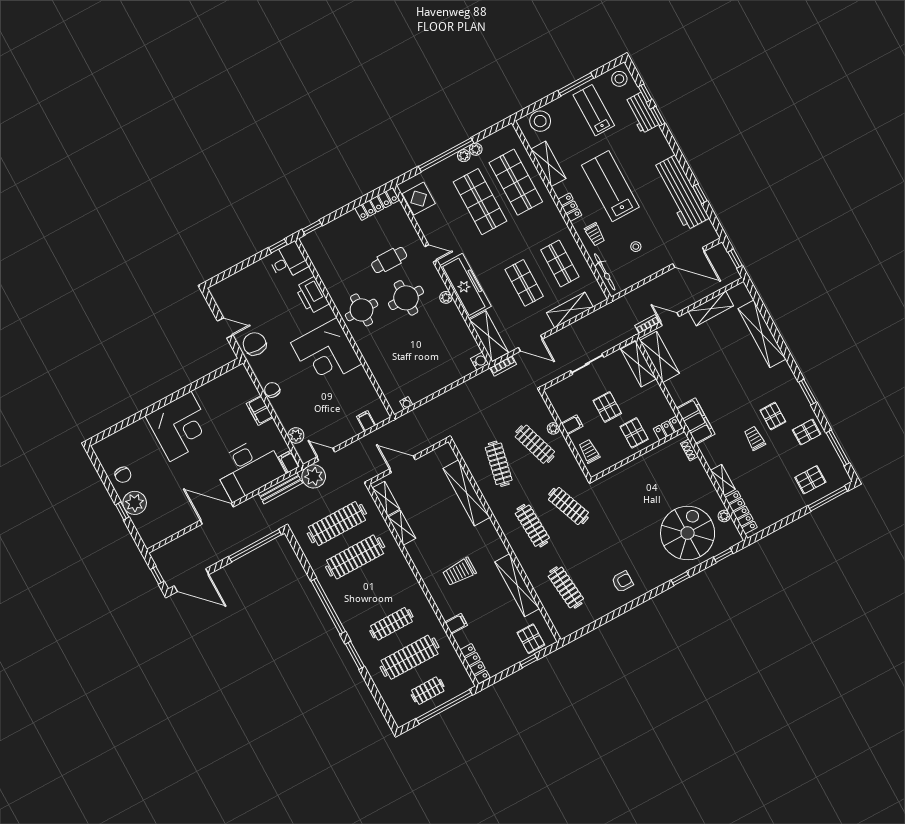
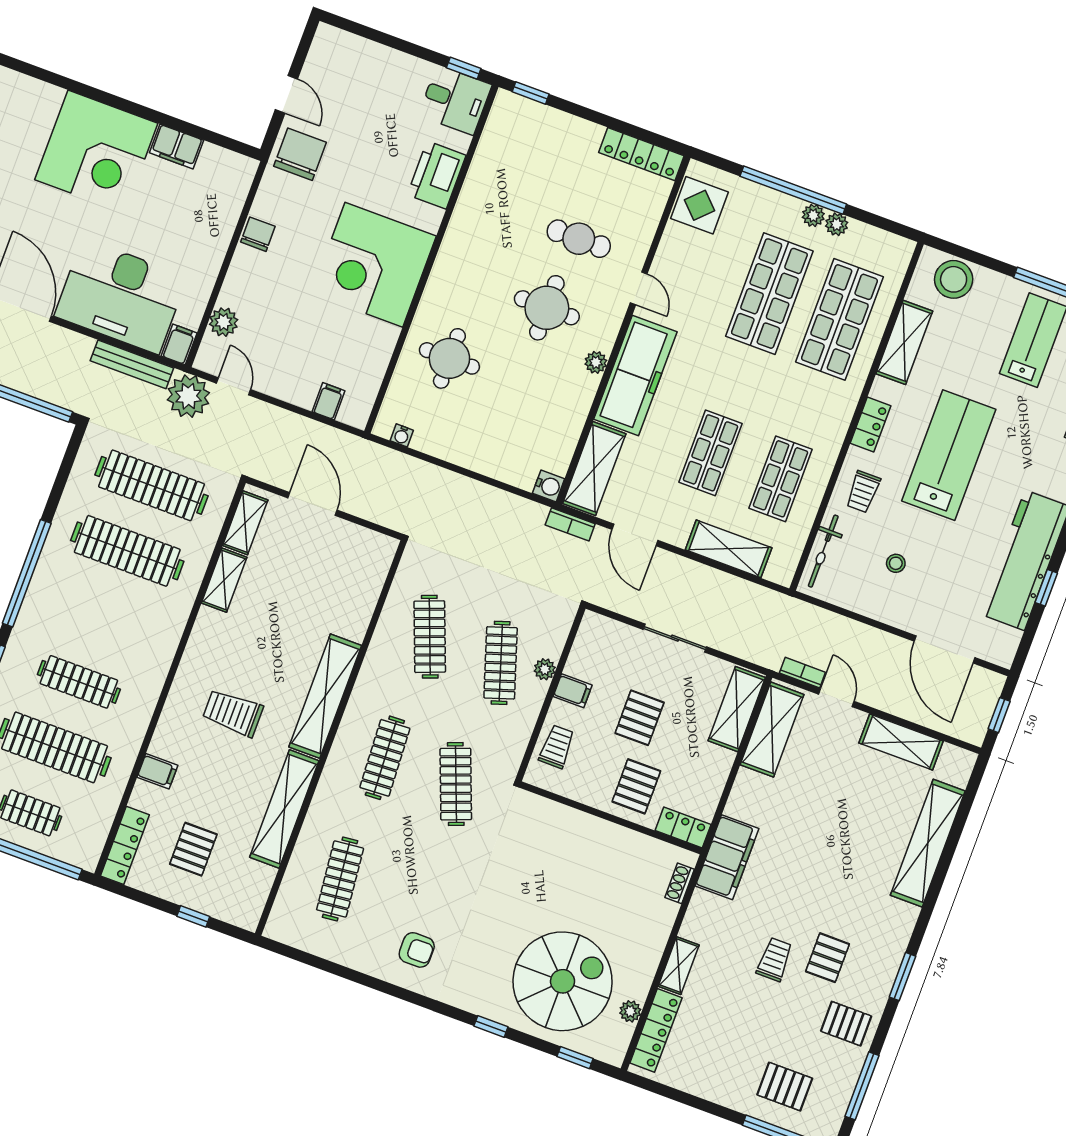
round table: (362, 310) -> (449, 358), moved
filing cabinet: (260, 410) -> (176, 146), moved, turned -90
clothes rail: (499, 464) -> (430, 637), turned -33
shelving: (467, 493) -> (325, 696), moved
pallet: (531, 639) -> (193, 849), moved

